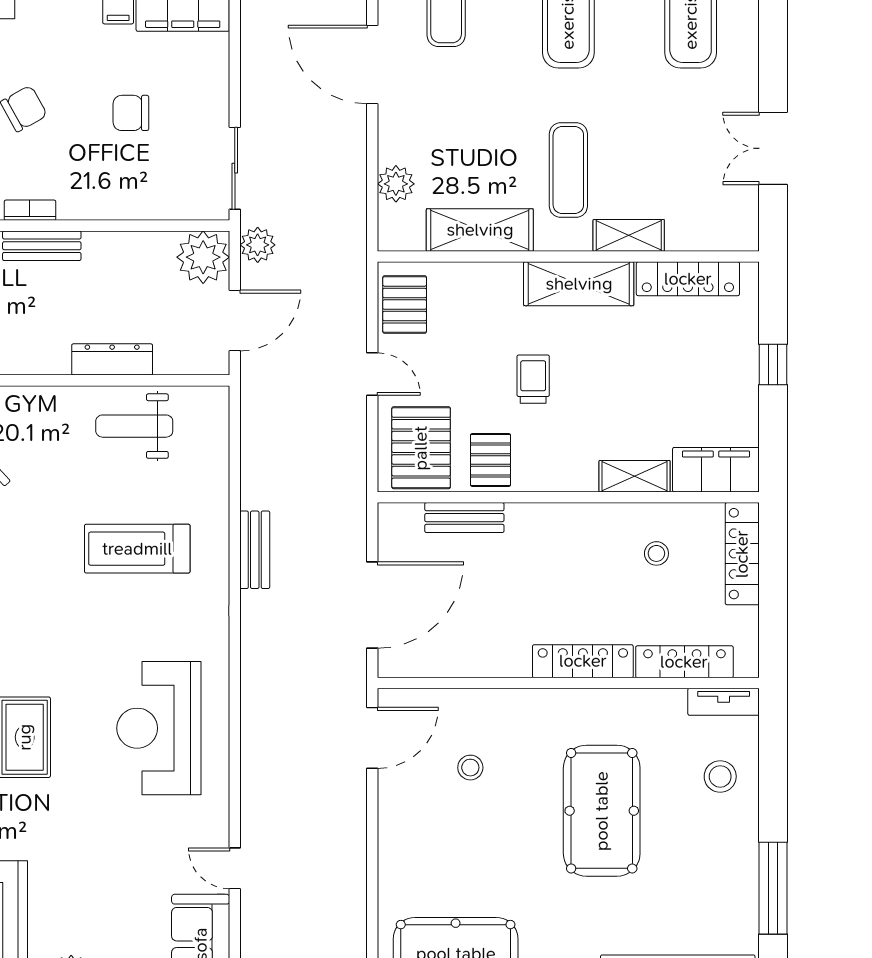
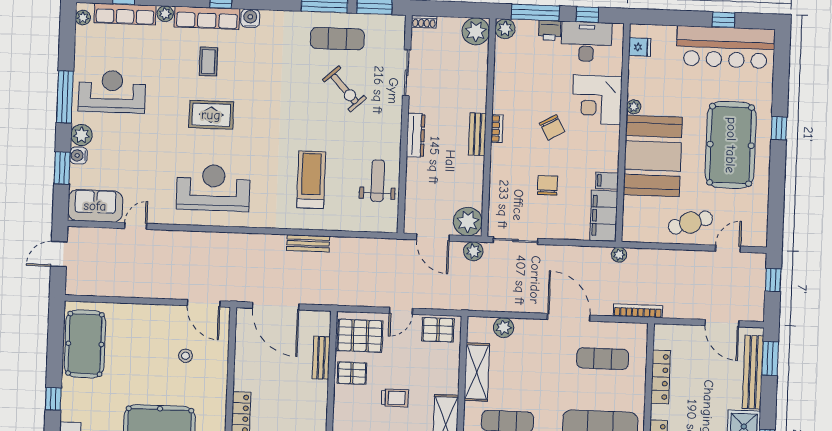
door: (372, 65) -> (569, 317), hinge flipped
dresser: (112, 359) -> (416, 135), moved

